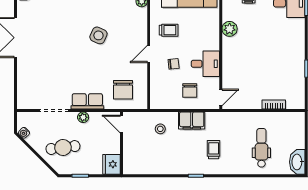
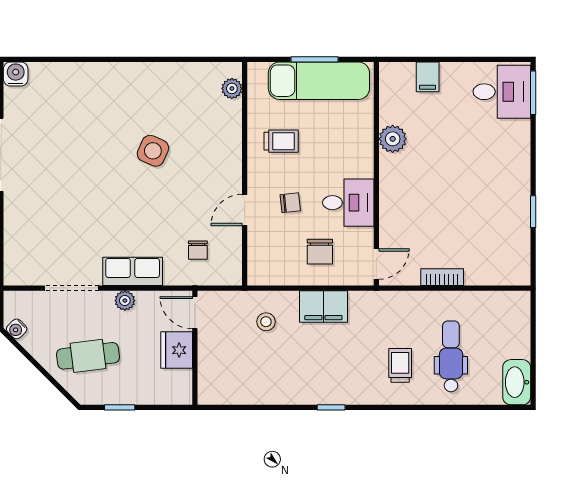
door: (149, 54) -> (245, 210), moved
chair: (123, 90) -> (198, 250), width x0.54, depth x0.54
bookcase: (274, 104) -> (442, 277), moved
trolley: (214, 150) -> (400, 365), moved
fridge: (111, 164) -> (177, 350), moved

